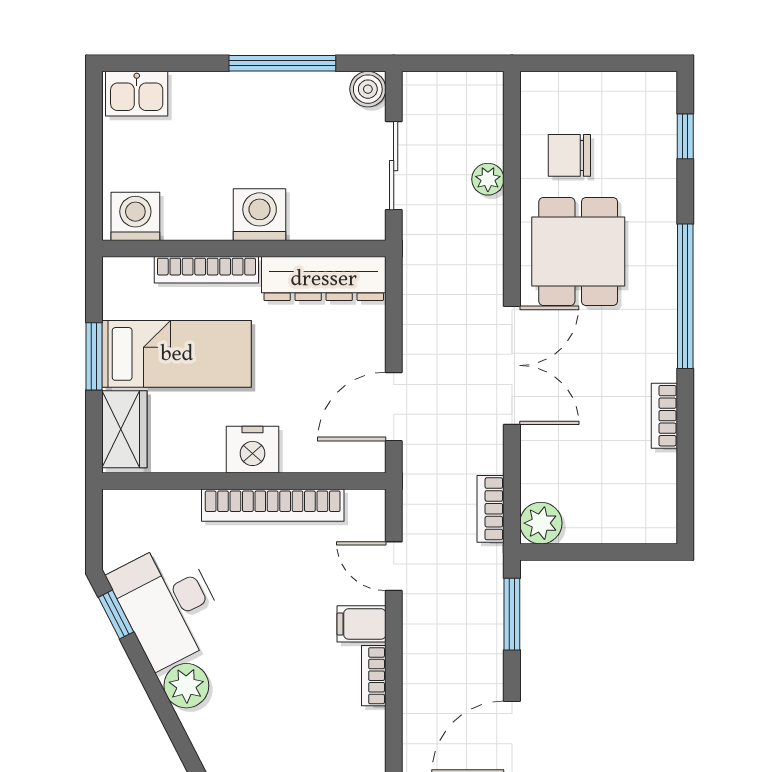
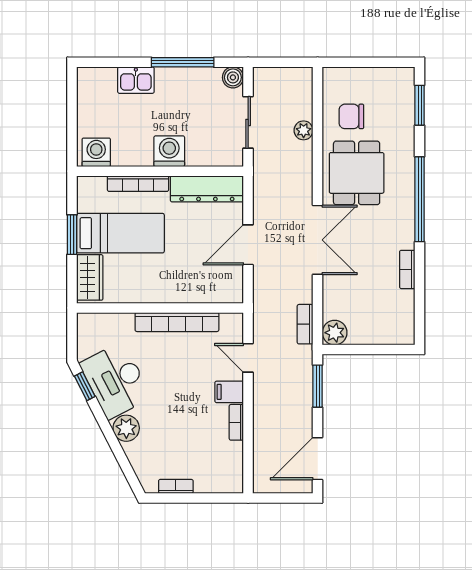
kitchen sink: (137, 94) -> (136, 80), moved
window: (685, 136) -> (420, 105), width x1.50
door: (394, 407) -> (248, 245), moved
nightstand: (252, 450) -> (165, 289), removed

